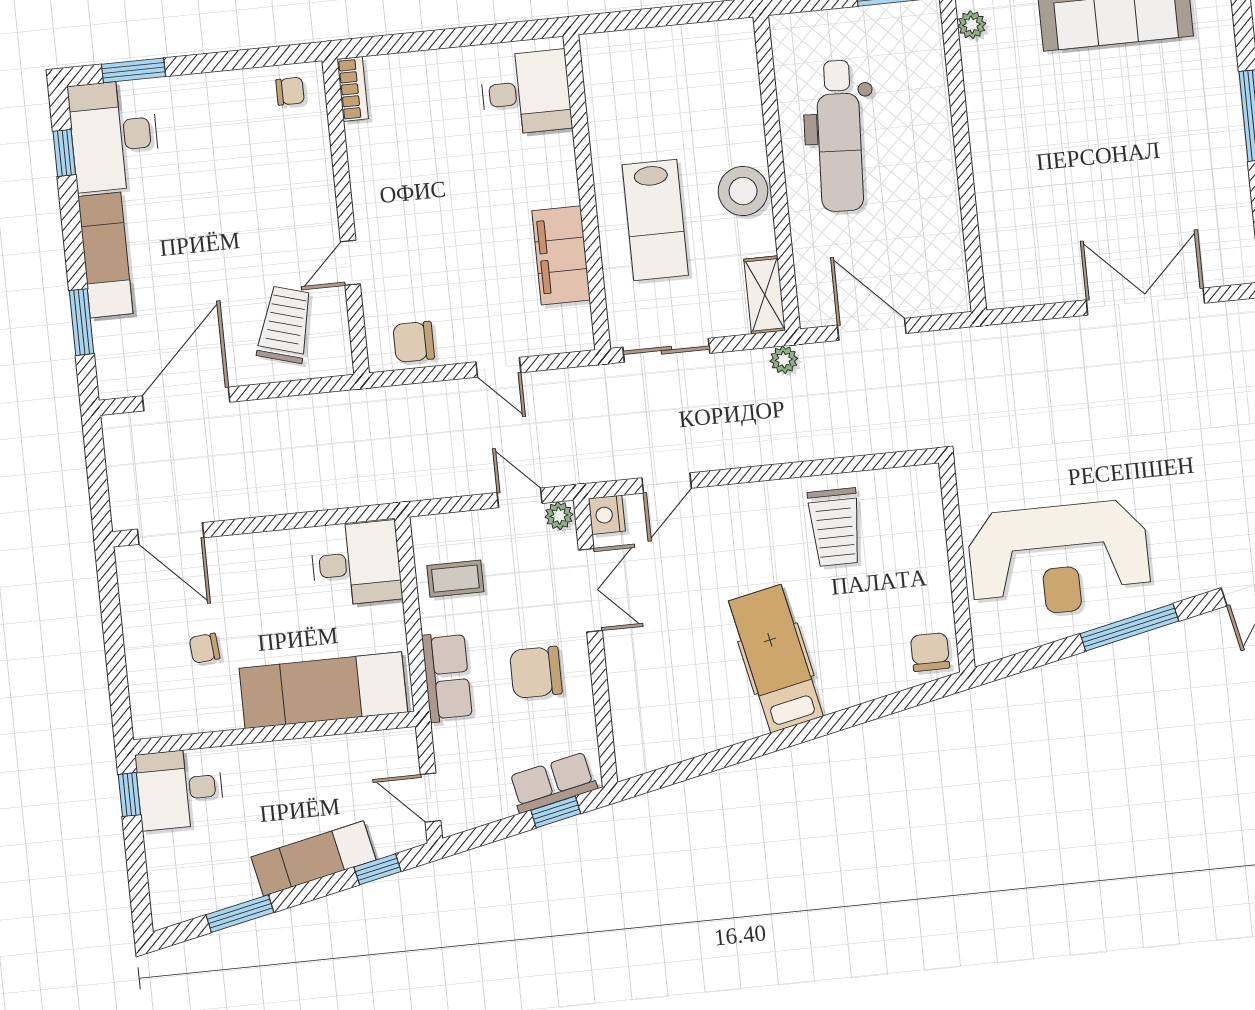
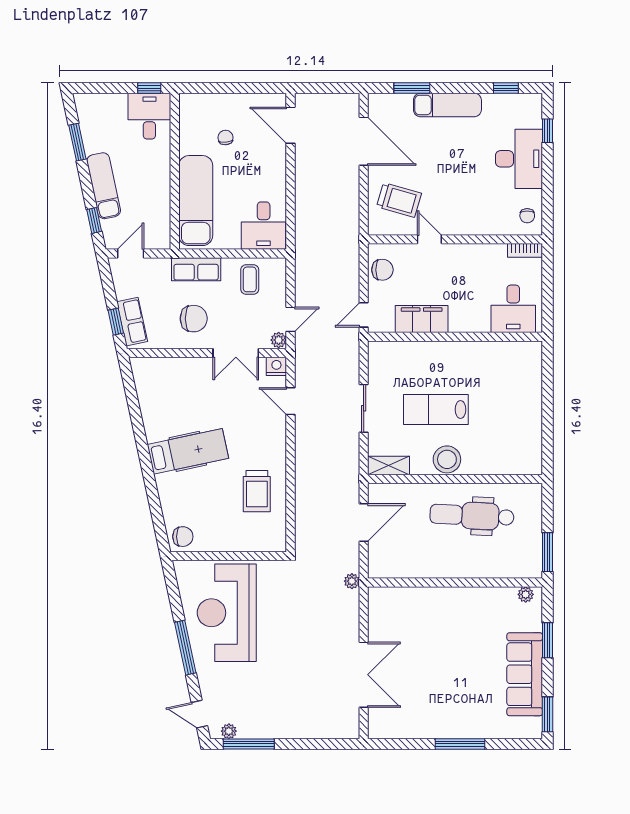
window: (133, 70) -> (547, 131), width x0.67
desk: (526, 93) -> (513, 309), moved
desk: (114, 136) -> (519, 159), moved, turned 90
wall: (587, 192) -> (455, 337), moved
filing cabinet: (561, 255) -> (422, 319), moved
chair: (414, 342) -> (382, 270), turned 90
plant: (784, 360) -> (352, 581), moved
trolley: (835, 527) -> (257, 491), turned -90
door: (171, 533) -> (291, 125), hinge flipped
chair: (536, 672) -> (194, 319), turned 90

